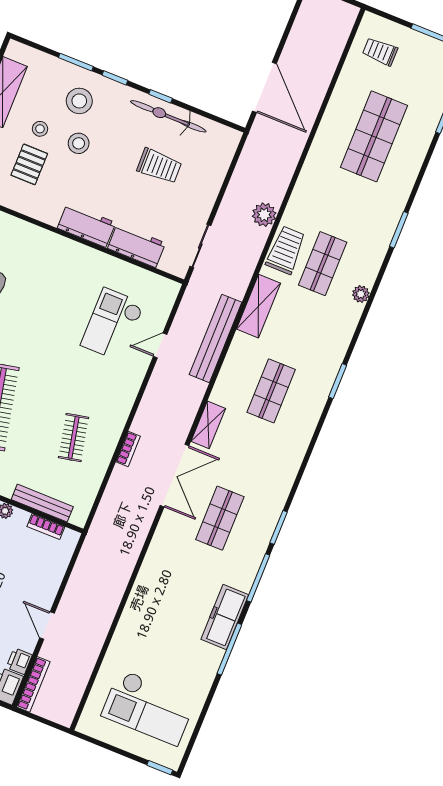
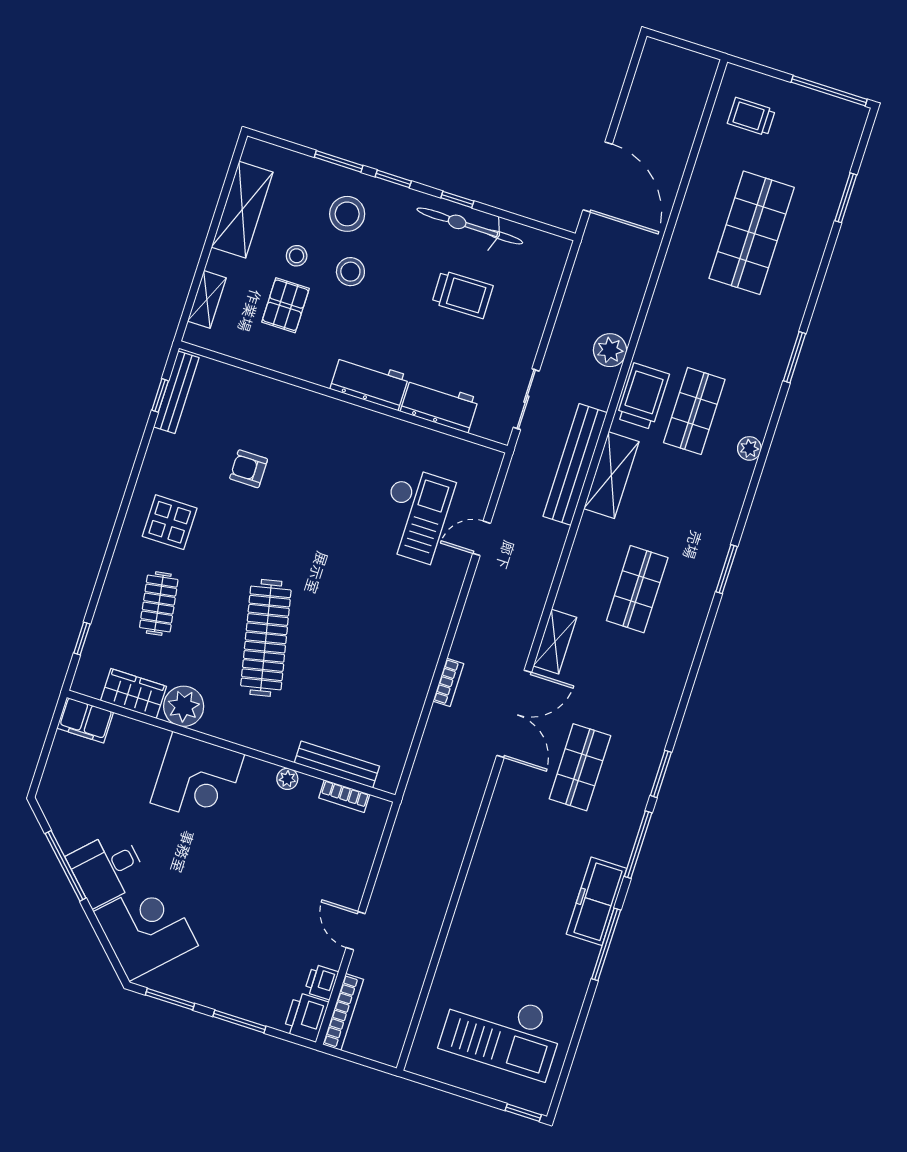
checkout: (112, 324) -> (415, 514), turned 180
bench: (216, 338) -> (575, 464), moved
clothes rail: (74, 438) -> (373, 672), removed

